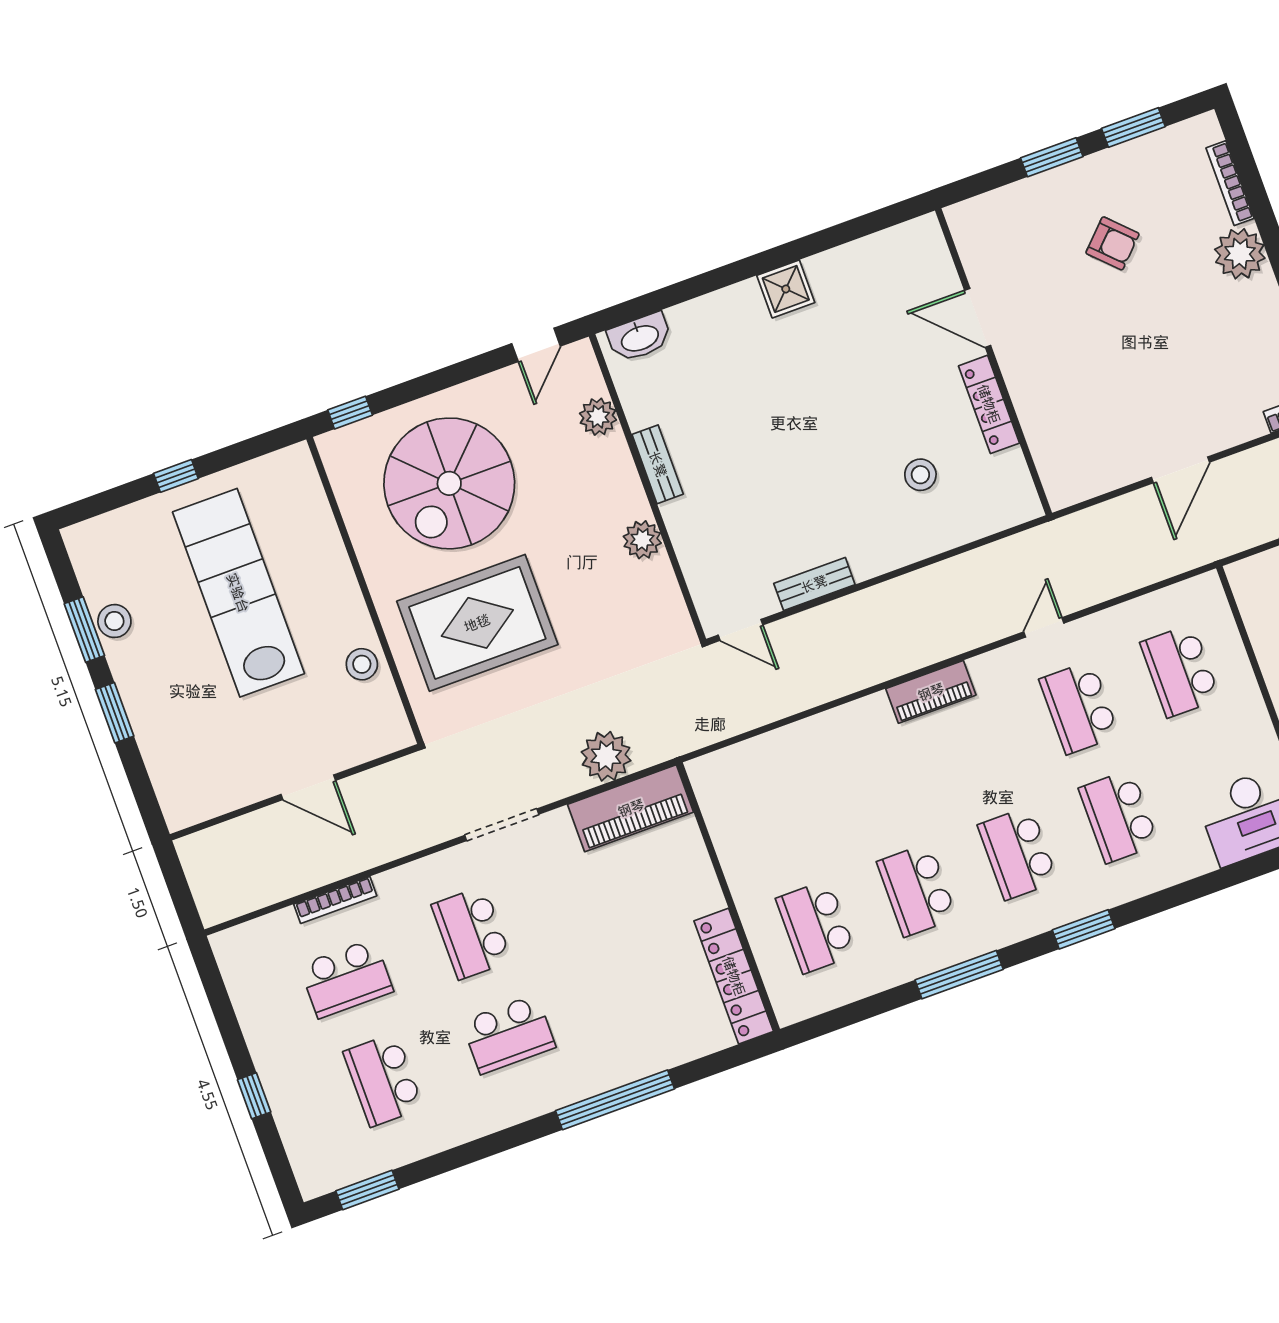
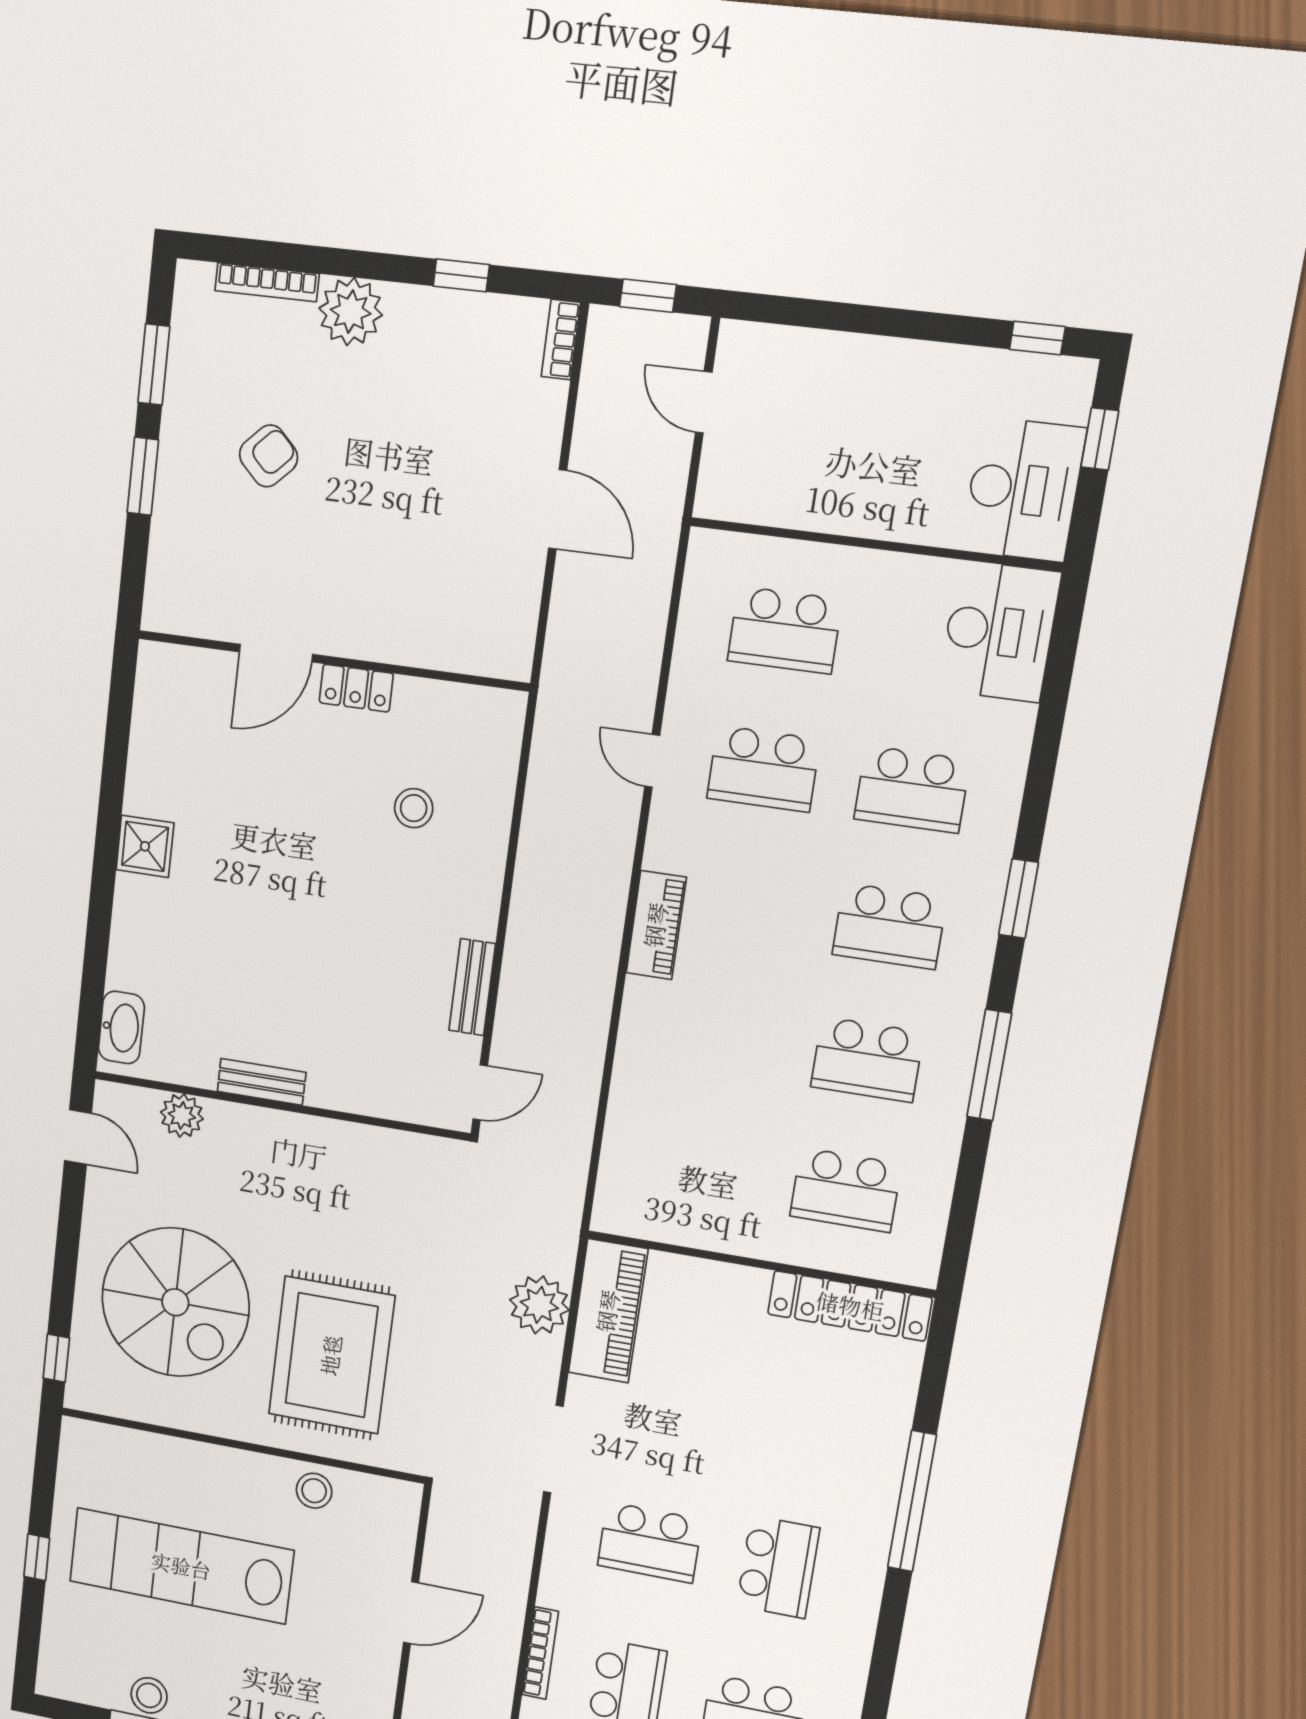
locker: (989, 404) -> (356, 688), width x0.66
plant: (642, 540) -> (332, 1141), removed

